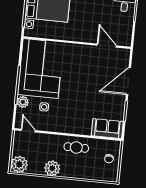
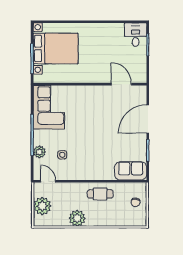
corner sofa: (40, 69) -> (49, 107), width x0.73, depth x0.74
plant: (19, 164) -> (42, 206), moved

